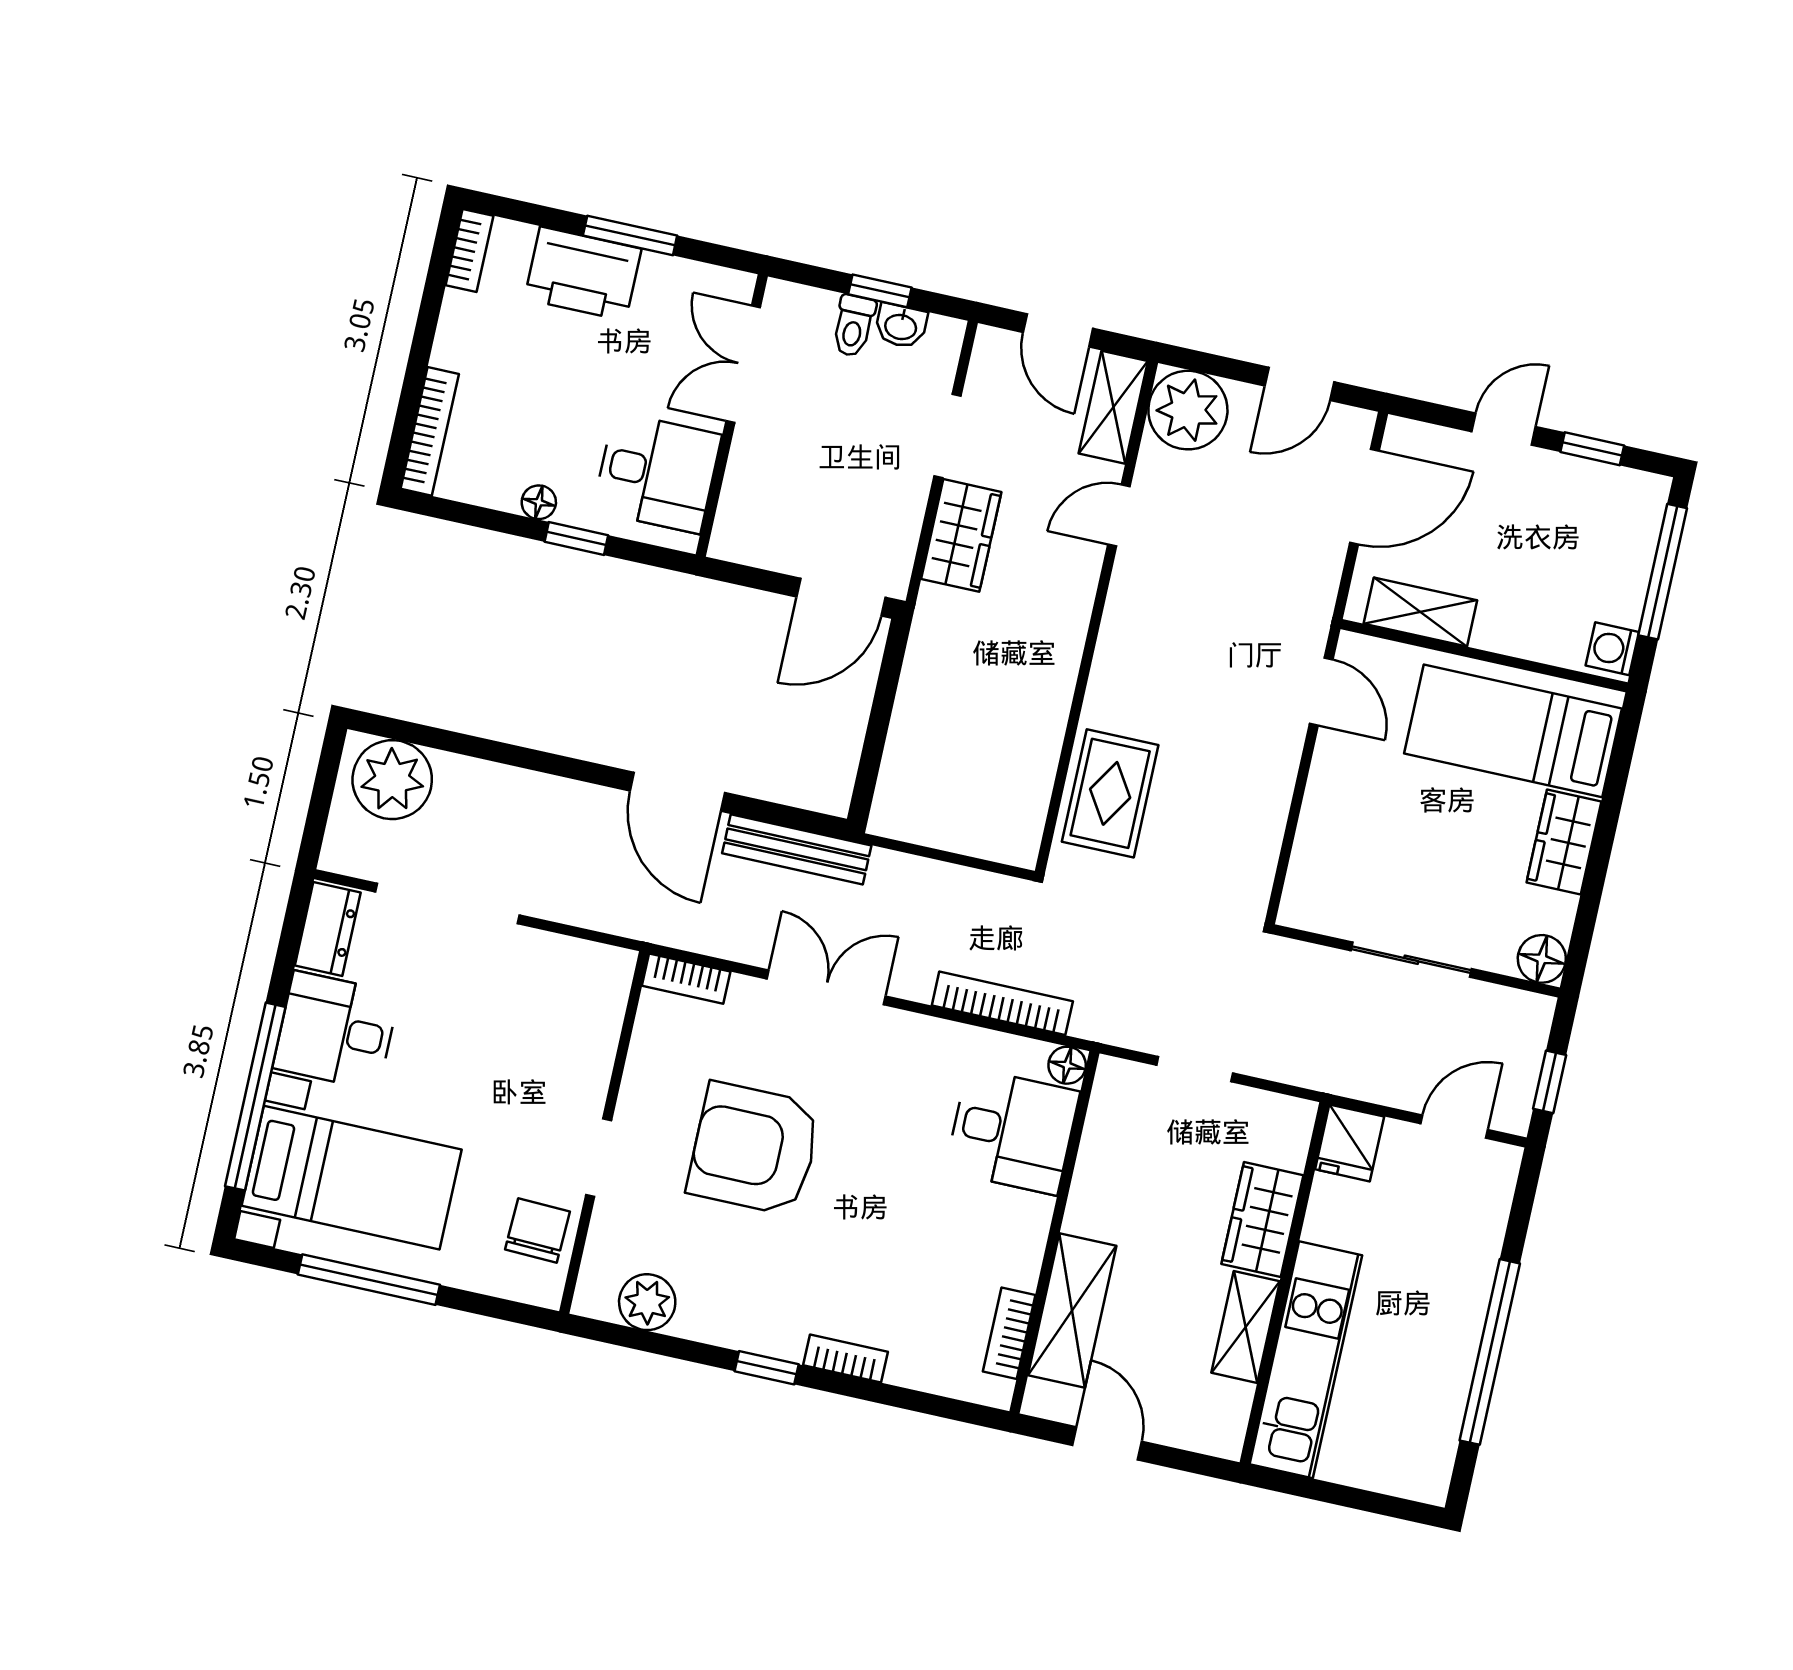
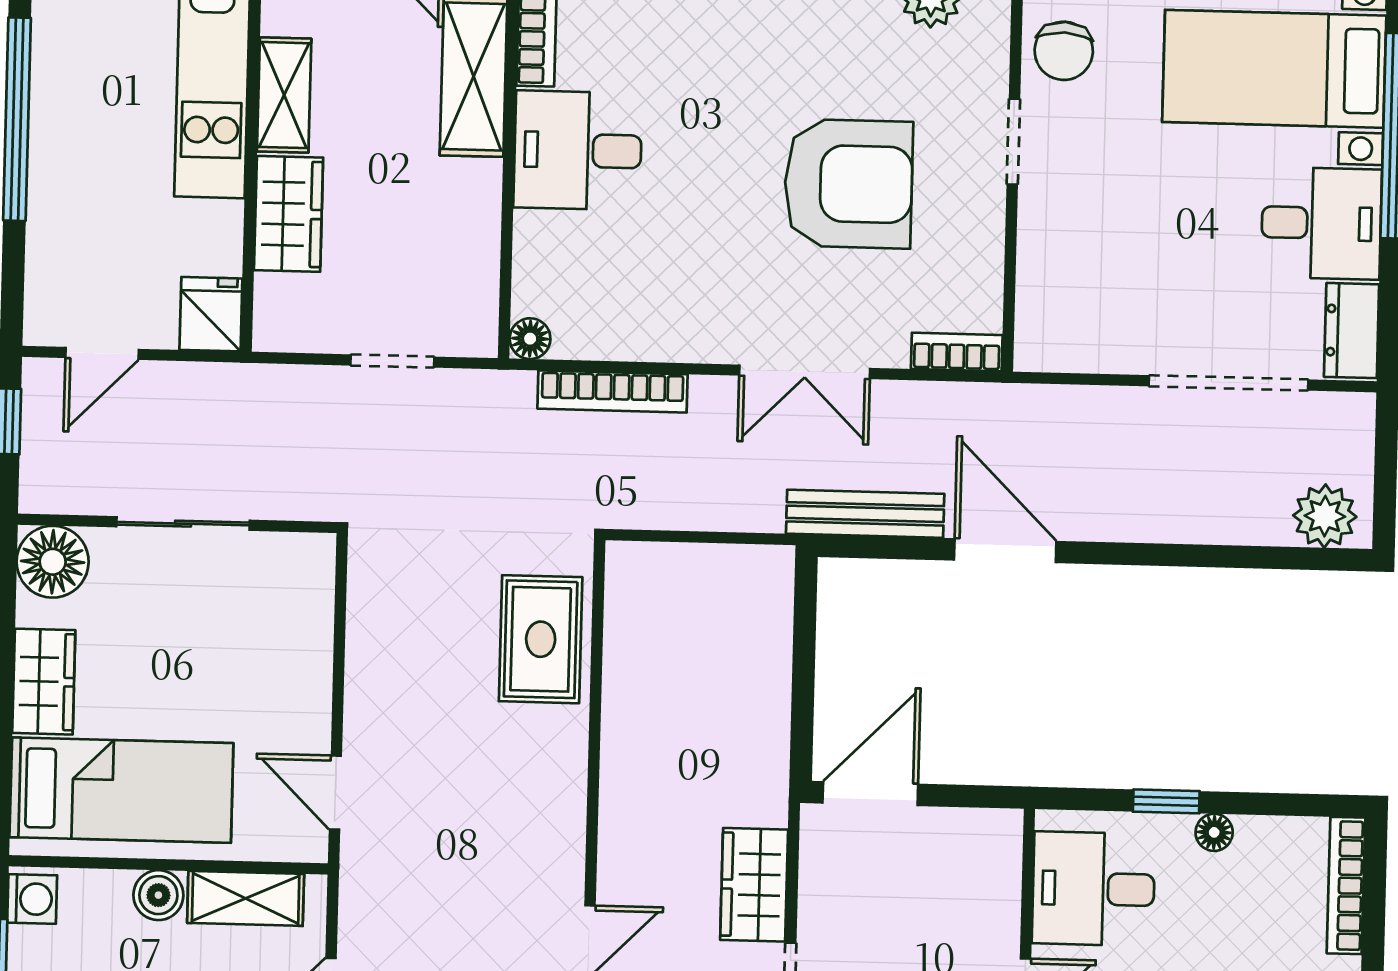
boiler: (1498, 630) -> (158, 895), added
plant: (392, 780) -> (1325, 516), width x0.73, depth x0.73
floor lamp: (1542, 959) -> (53, 562), width x1.38, depth x1.38
desk: (1012, 1131) -> (578, 150), moved

